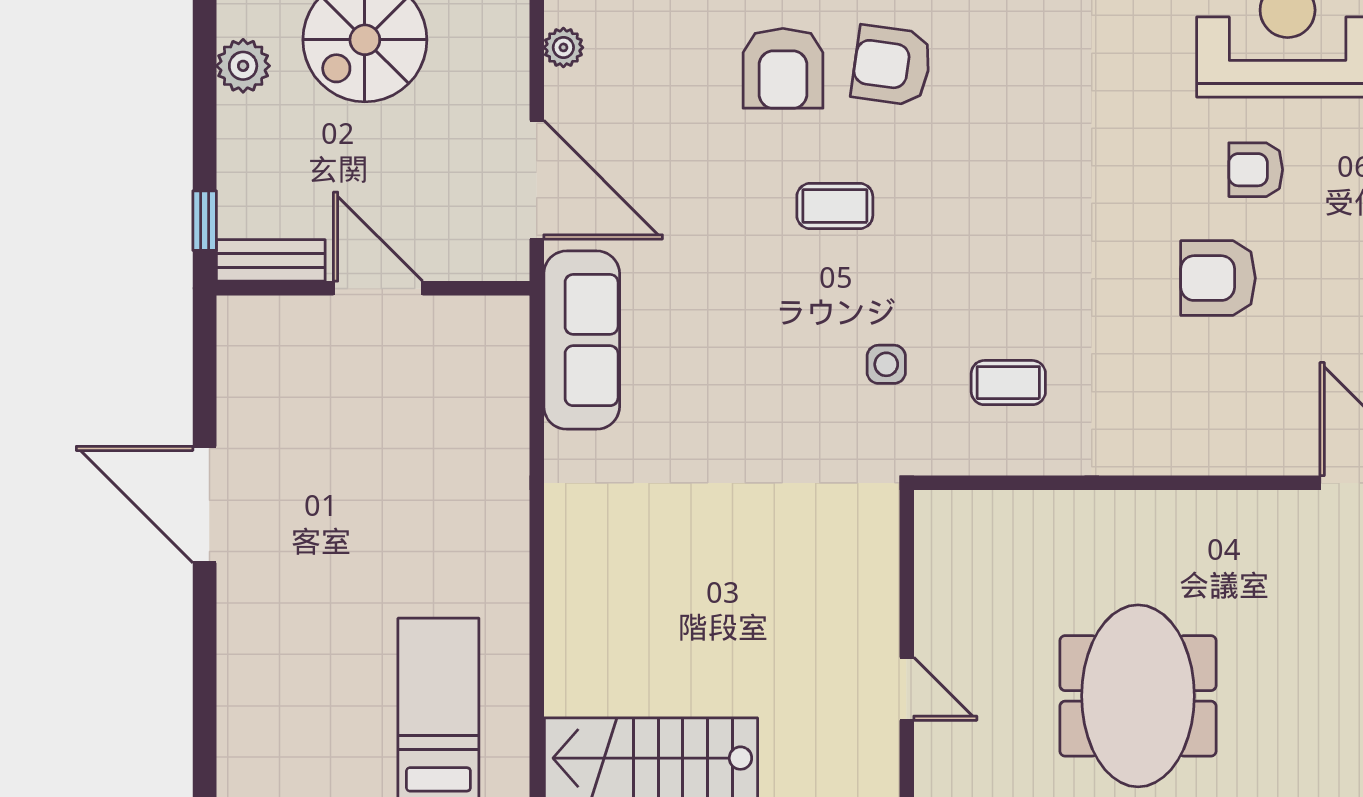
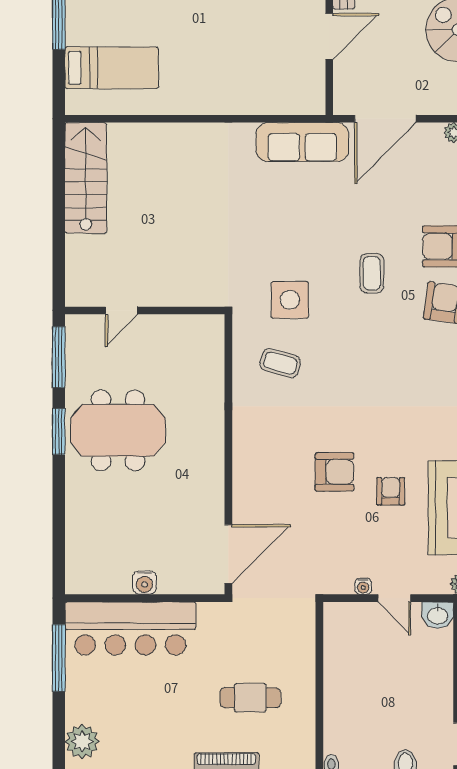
armchair: (1218, 278) -> (334, 472), turned 90
side table: (886, 364) -> (290, 300), width x1.87, depth x1.87
coffee table: (1008, 383) -> (280, 363), turned -74

